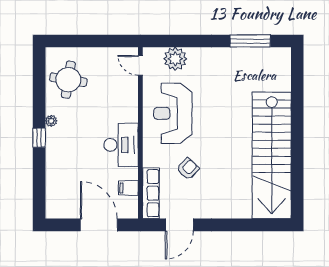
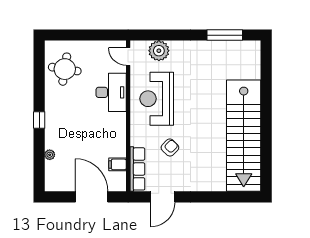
plant: (51, 121) -> (50, 155), moved
desk: (121, 145) -> (111, 92), moved

